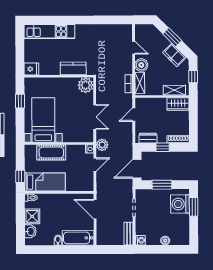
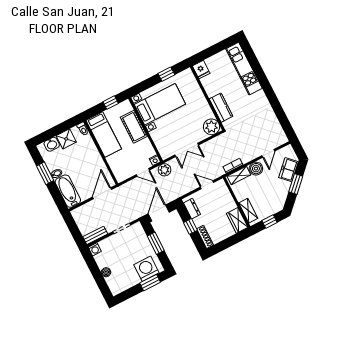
freezer: (174, 55) -> (288, 170), moved
door: (137, 169) -> (159, 213), hinge flipped
window: (20, 176) -> (111, 103), moved
window: (53, 250) -> (45, 173), added

